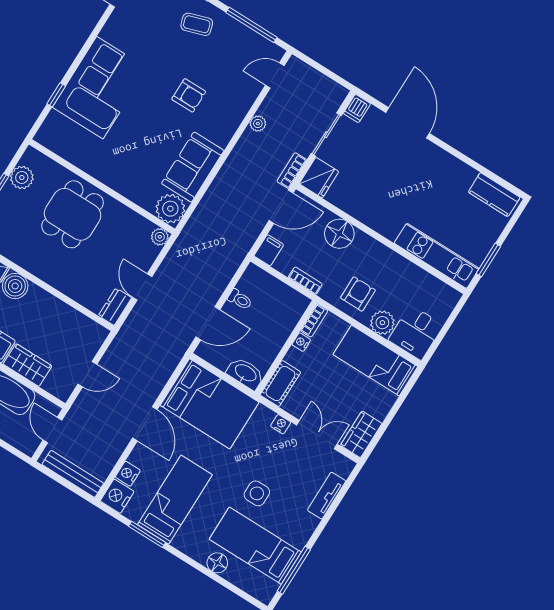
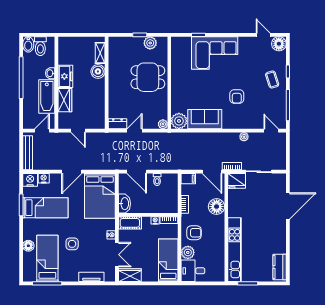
dishwasher: (357, 108) -> (280, 178), removed
kitchen unit: (437, 256) -> (235, 250), width x1.36

